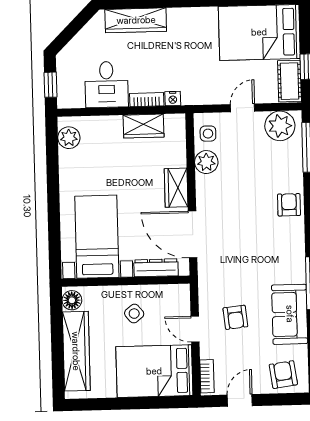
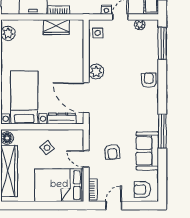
nightstand: (173, 99) -> (106, 10), moved
plant: (280, 126) -> (140, 25), width x0.53, depth x0.53
plant: (206, 162) -> (96, 72), moved
wardrobe: (176, 188) -> (76, 67), removed
armchair: (283, 375) -> (142, 190), turned -82

